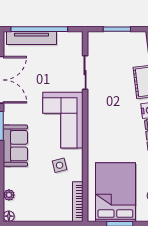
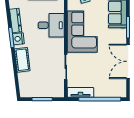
tv unit: (31, 38) -> (81, 92), moved, width x0.71
desk: (105, 129) -> (51, 25), added

